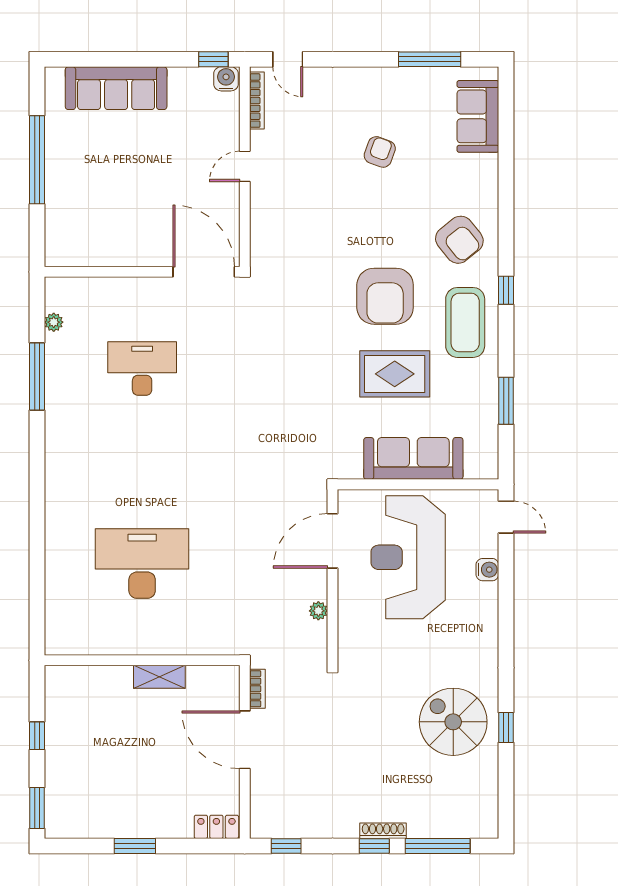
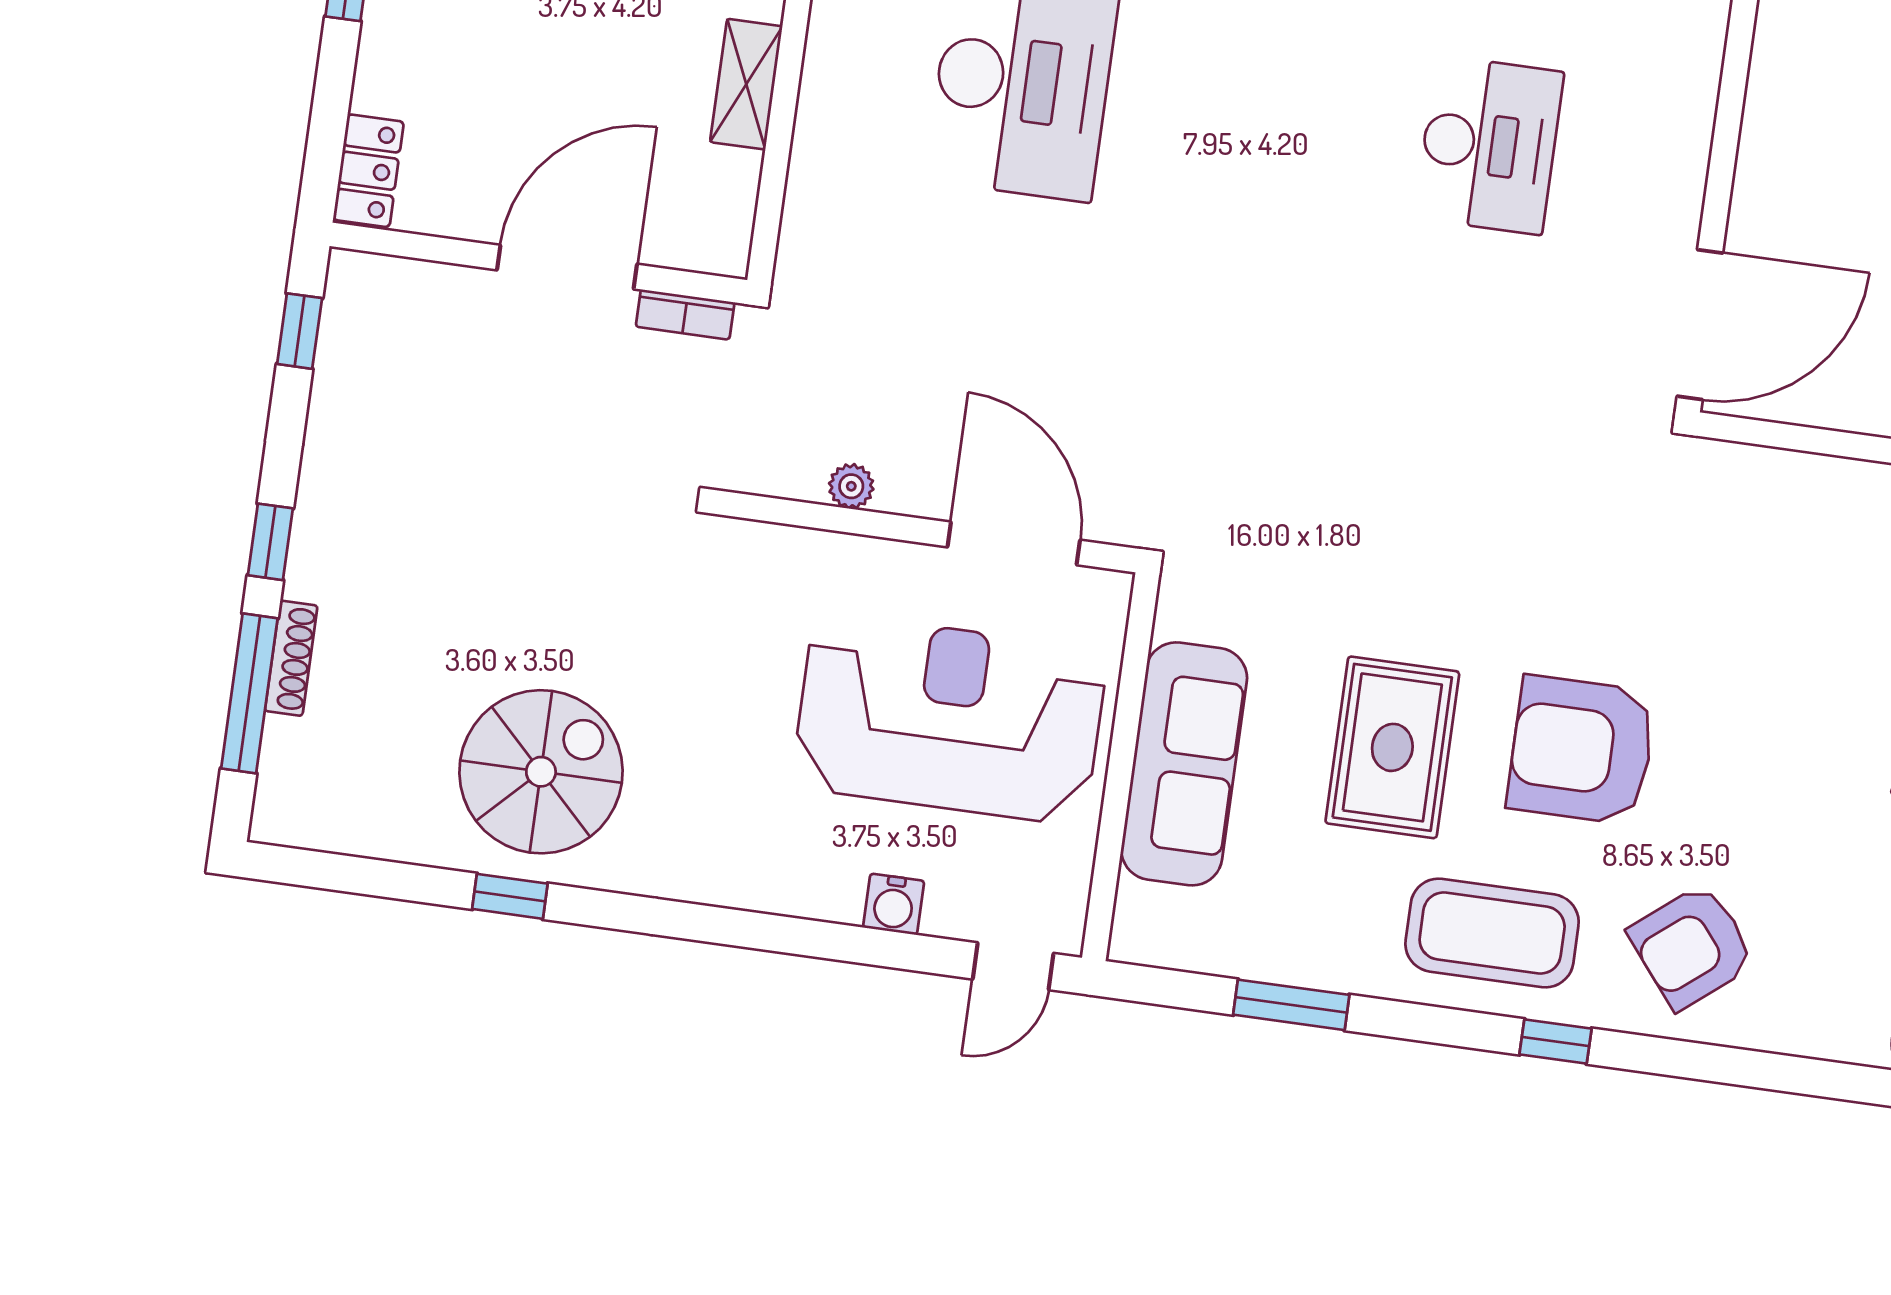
shoe rack: (383, 831) -> (291, 658), moved

